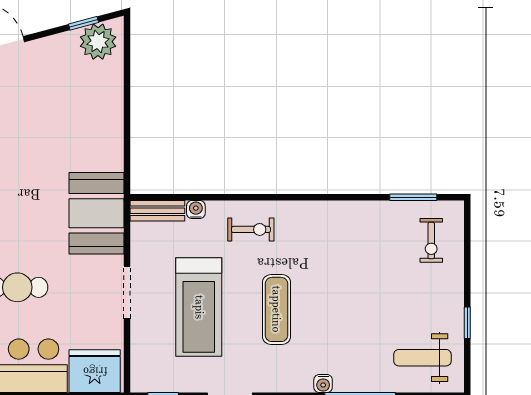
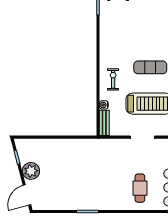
plant: (98, 42) -> (31, 171), moved
booth: (96, 213) -> (105, 151), removed

